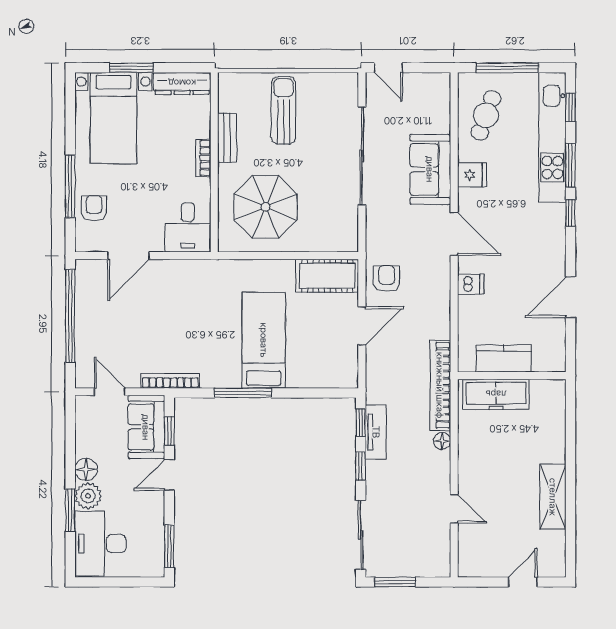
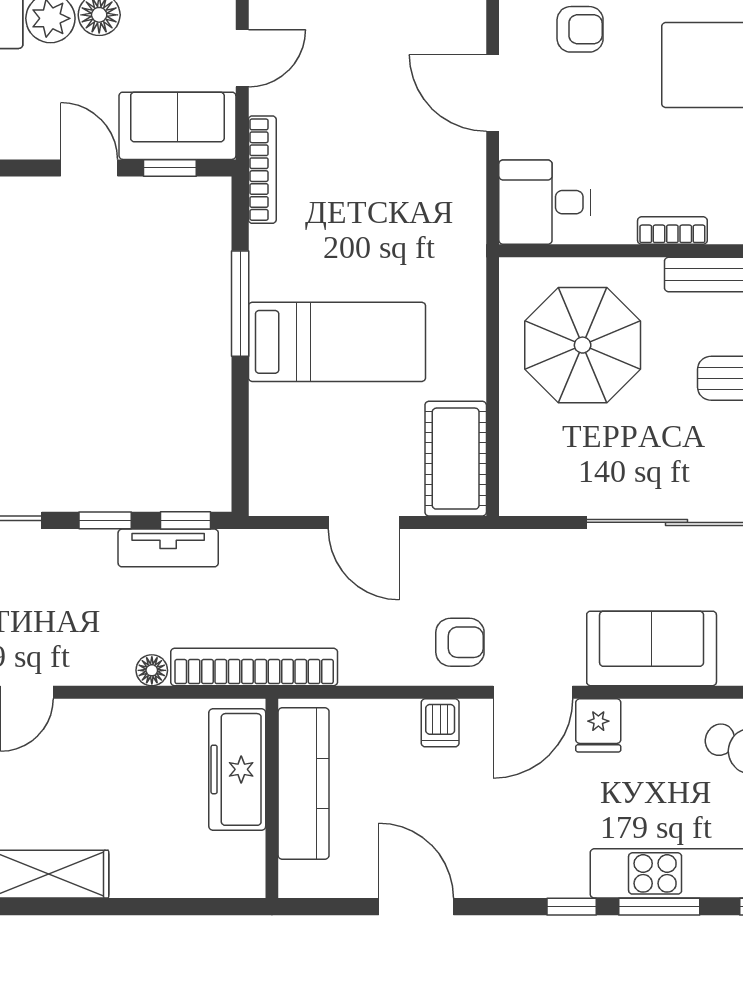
fridge: (472, 175) -> (598, 725), moved
armchair: (387, 279) -> (460, 642), moved
kitchen counter: (504, 358) -> (304, 783), width x1.50

